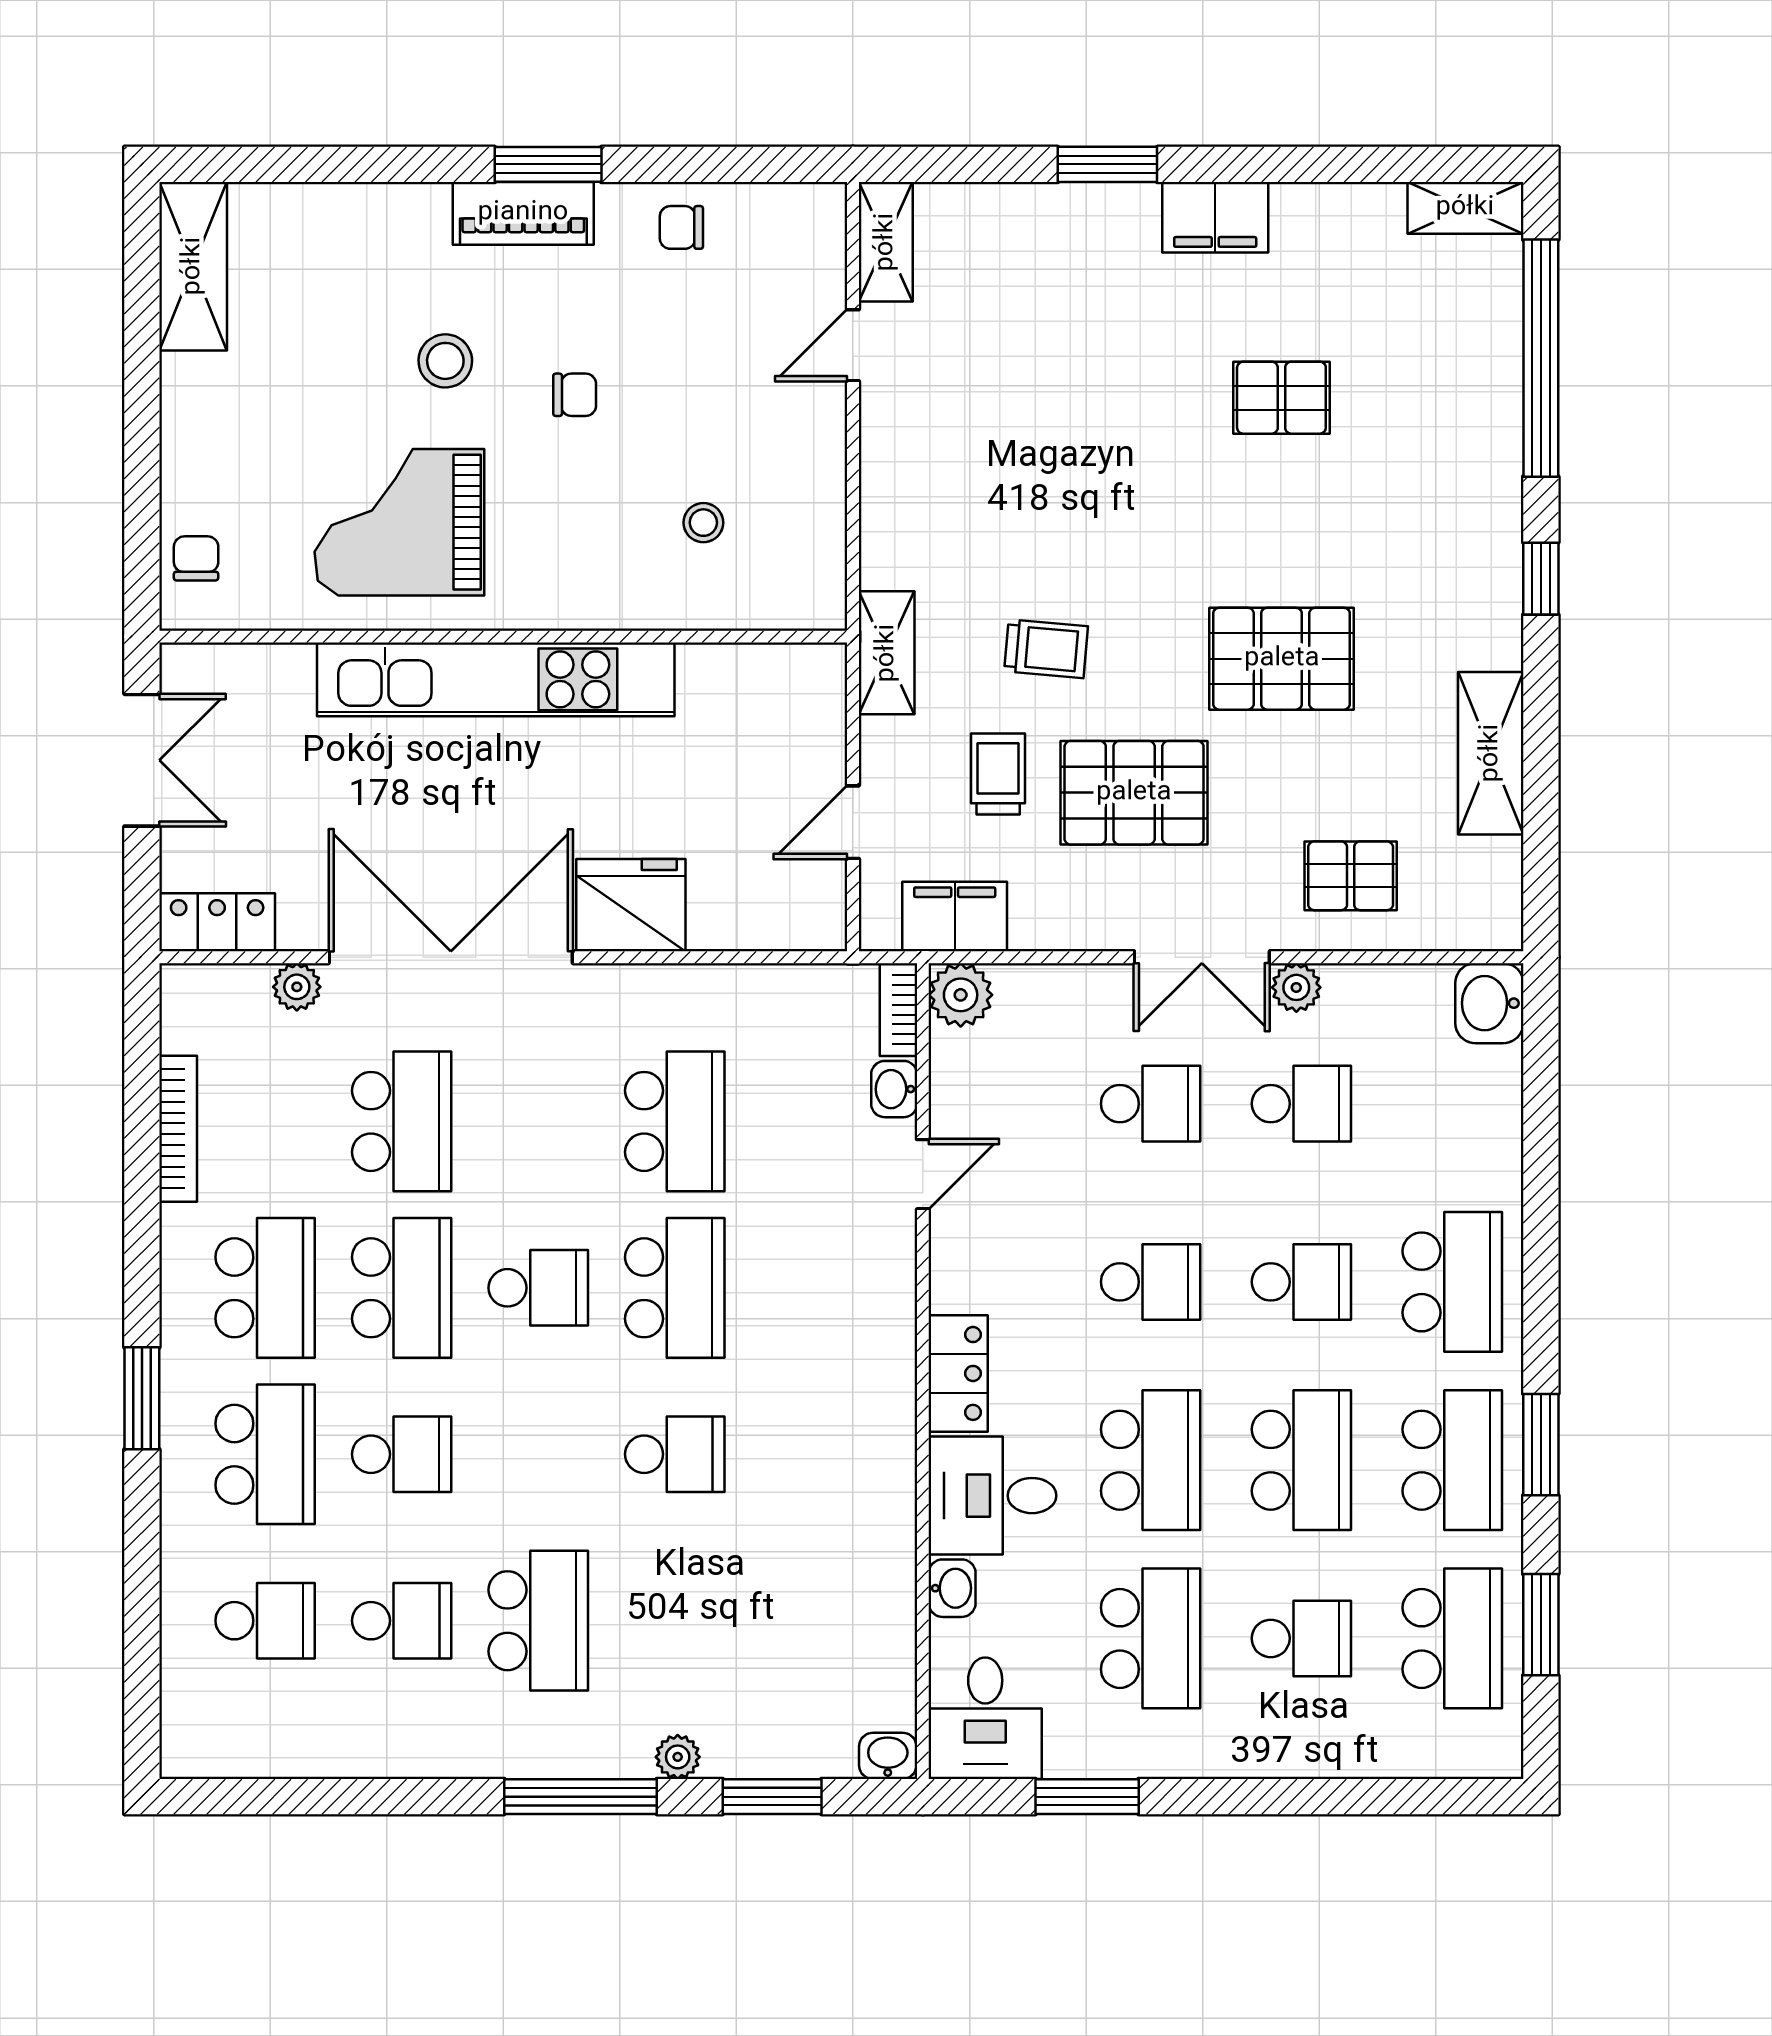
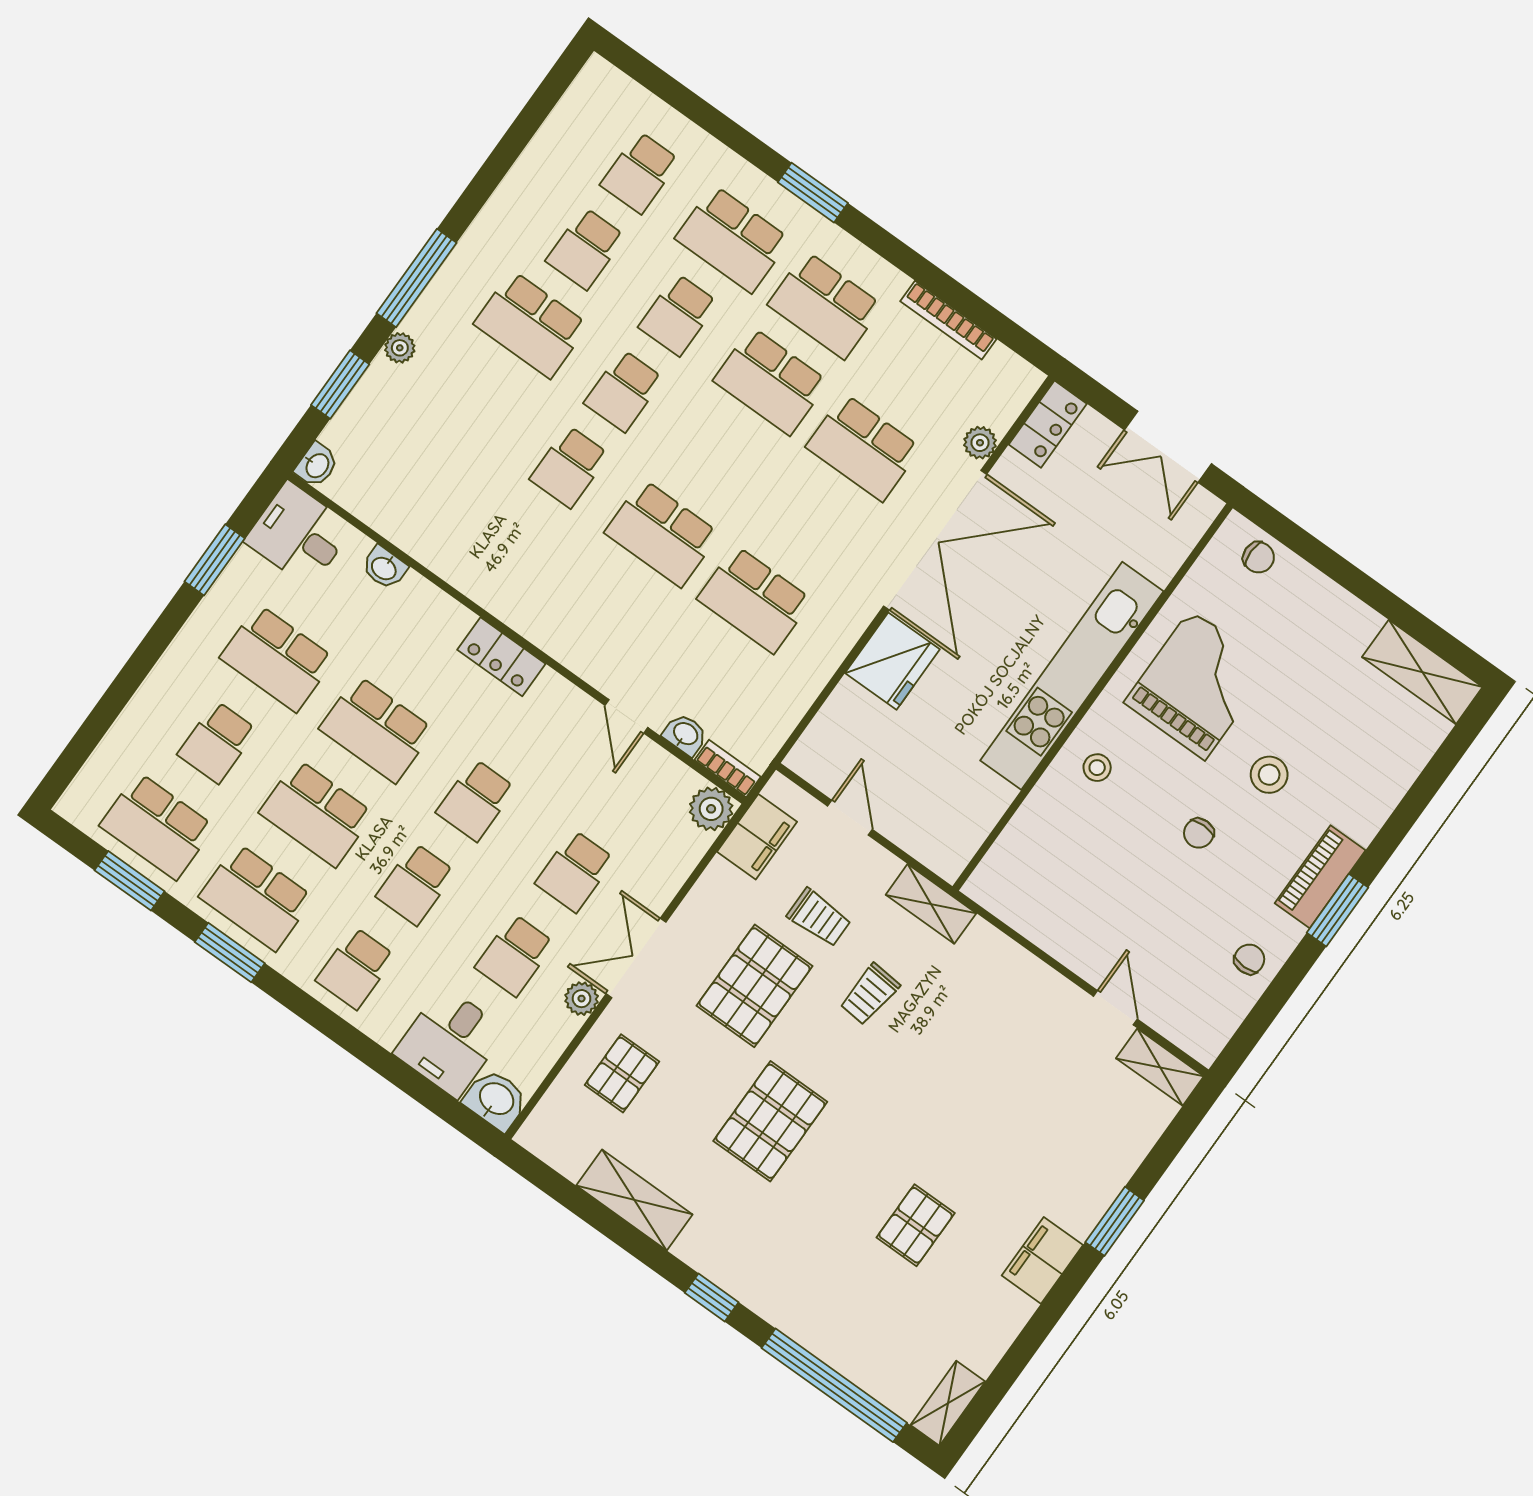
stool: (703, 523) -> (1097, 768), moved
school desk: (1452, 1282) -> (356, 968), width x0.54
school desk: (538, 1288) -> (624, 391), moved
desk: (992, 1496) -> (450, 1042), moved, turned 180

